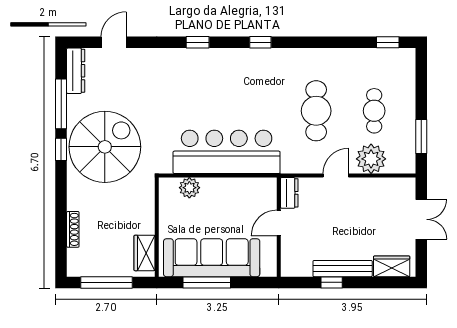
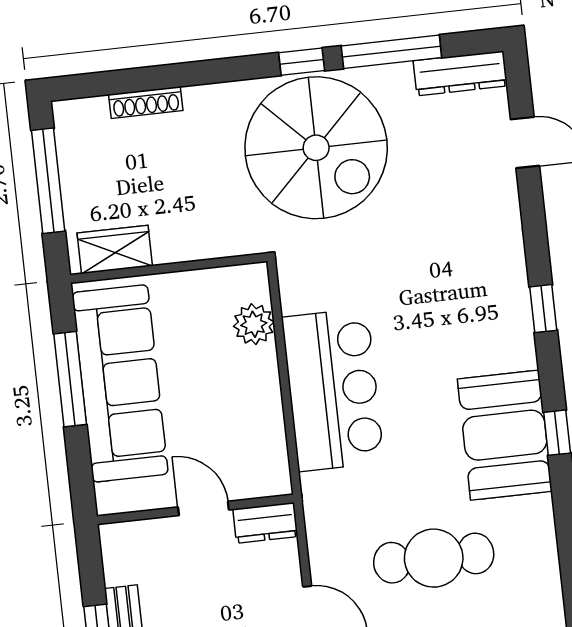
booth: (259, 69) -> (505, 435), added
bar counter: (227, 152) -> (333, 390), width x0.73

